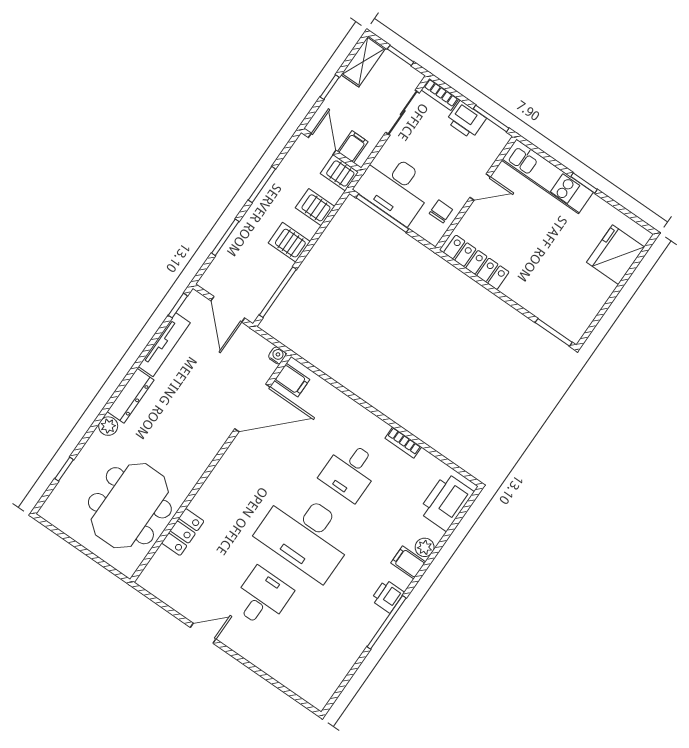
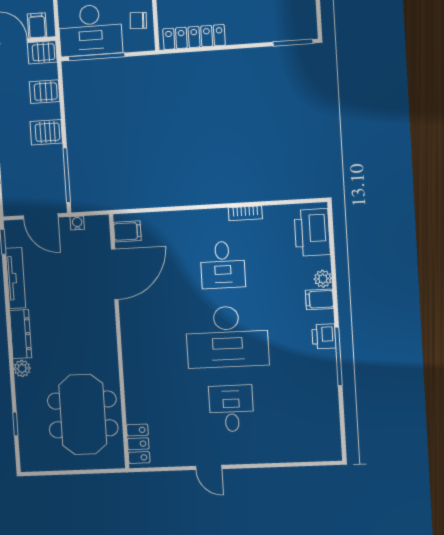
chair: (441, 211) -> (138, 21), turned -87
water cooler: (277, 355) -> (77, 223), moved
locker: (183, 532) -> (138, 444), moved
door: (203, 633) -> (209, 467), swing flipped

